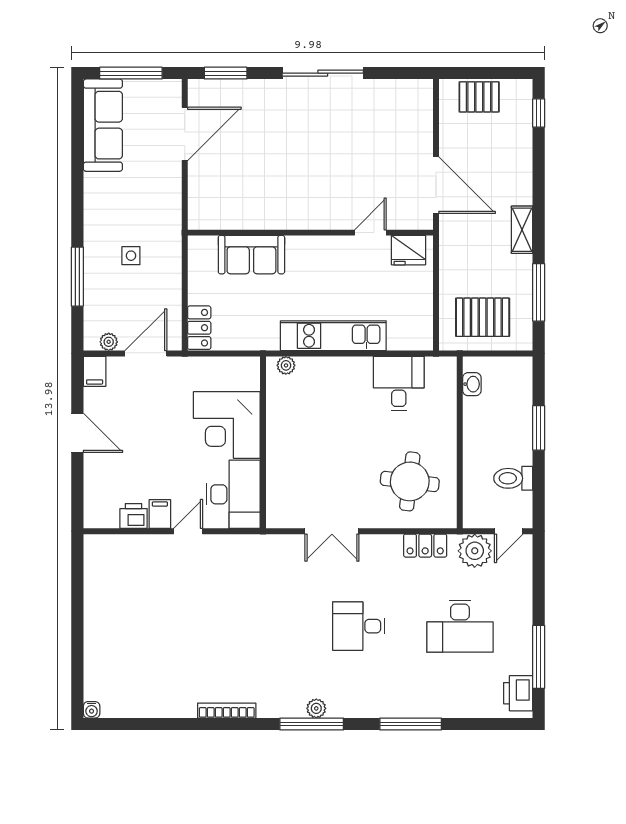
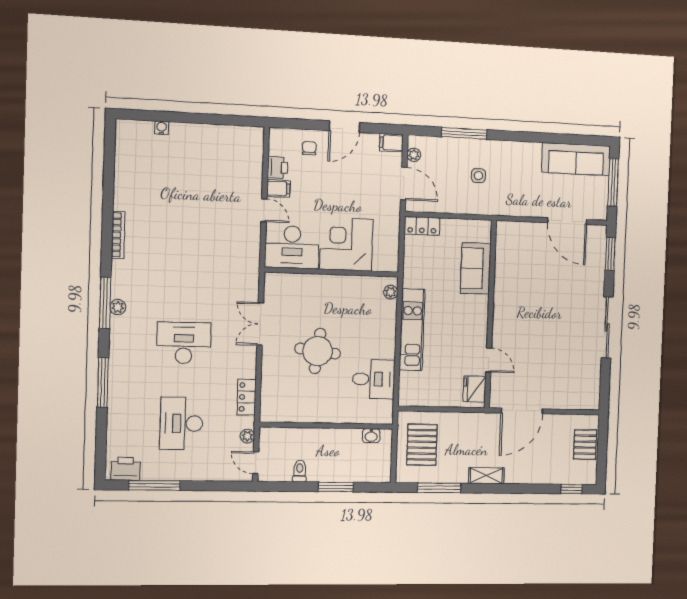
chair: (107, 477) -> (309, 148), added
toilet: (513, 478) -> (300, 471), width x0.73, depth x0.72
round table: (410, 481) -> (318, 351), moved
plant: (475, 551) -> (247, 436), width x0.53, depth x0.53
desk: (359, 626) -> (184, 343), width x1.37
water cooler: (92, 710) -> (162, 128), moved, turned 90

